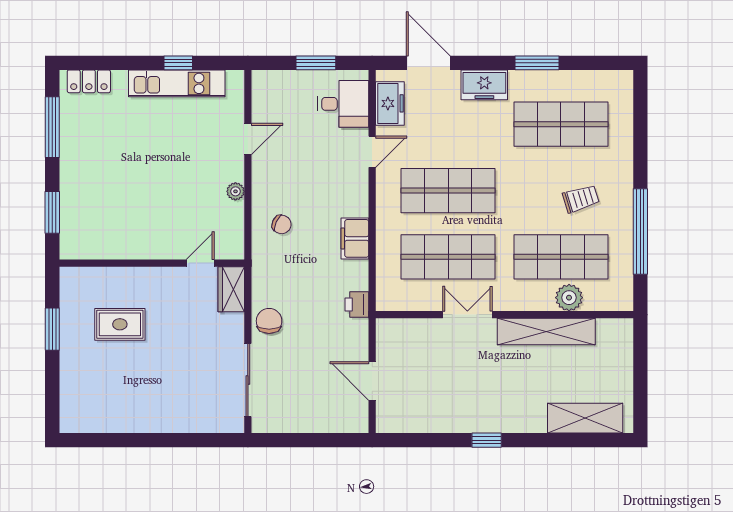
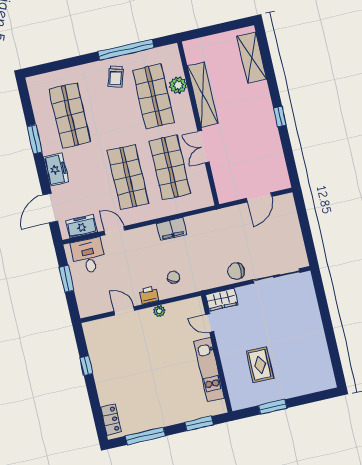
kitchen unit: (177, 83) -> (209, 370), moved, turned 180
trolley: (581, 199) -> (116, 76), moved, turned -146
printer: (357, 305) -> (149, 295), moved, turned 180

